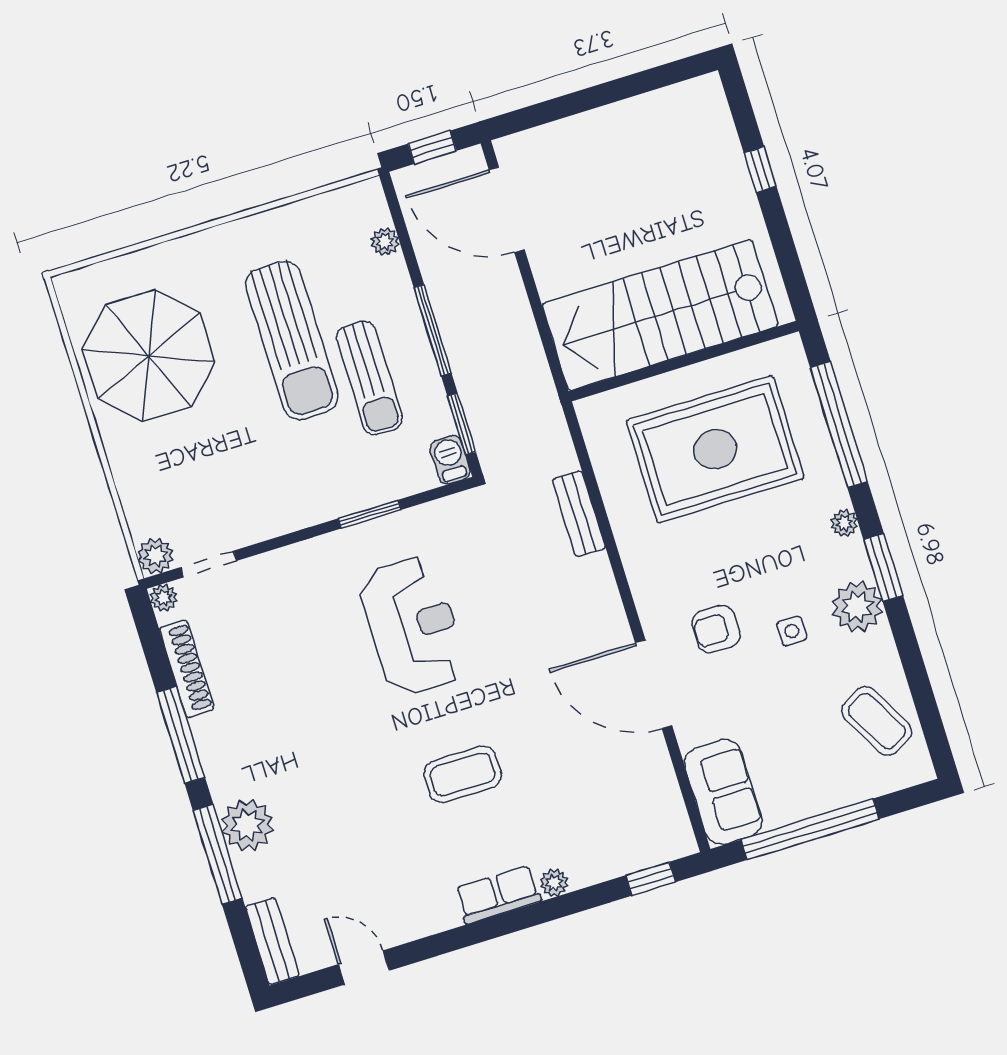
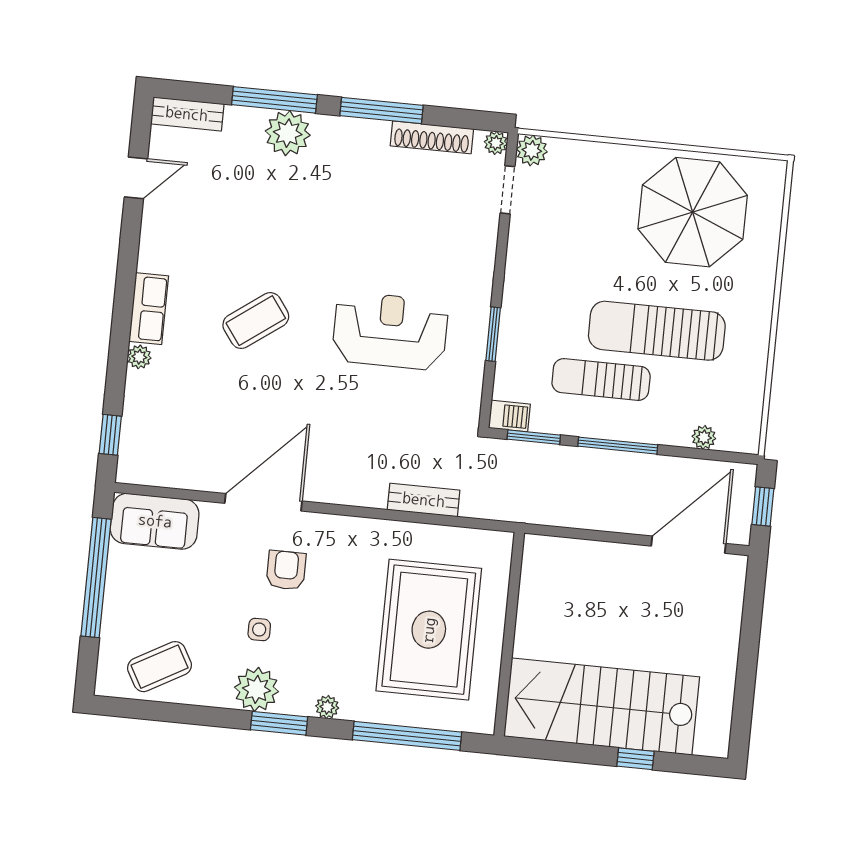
stairs: (660, 315) -> (602, 707), moved, turned -90
reception desk: (413, 626) -> (390, 331), turned 180
coffee table: (462, 774) -> (256, 321), turned 54

